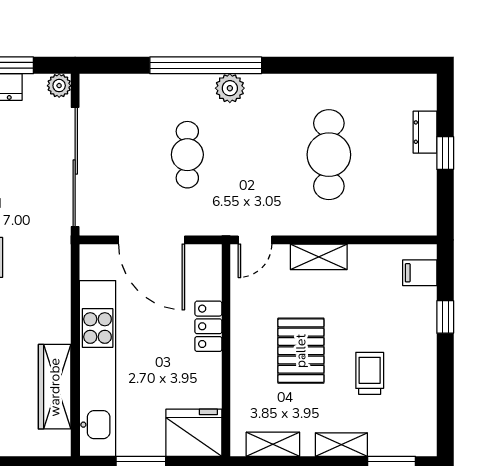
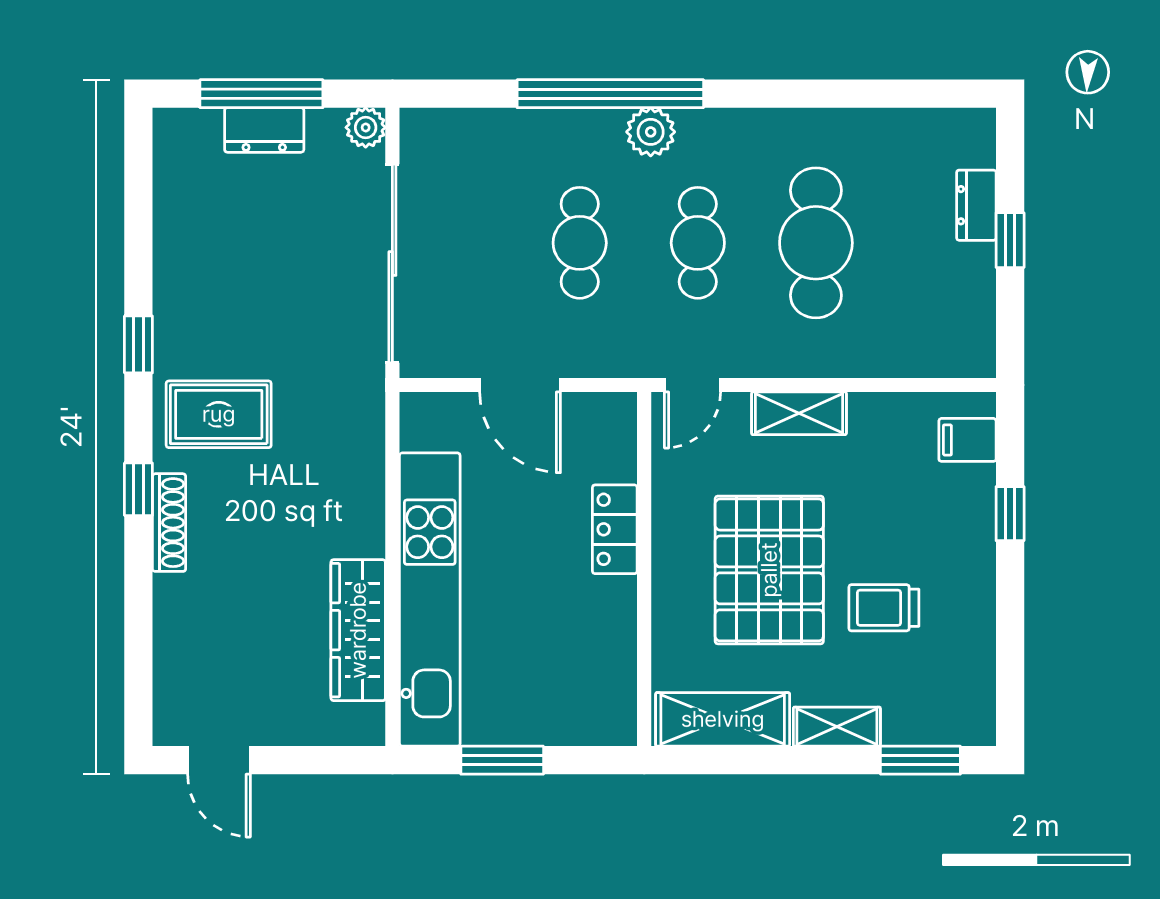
cafe table: (258, 155) -> (698, 243), added
door: (152, 240) -> (520, 385), width x0.73
pallet: (301, 351) -> (769, 570), width x1.37, depth x1.41
trolley: (370, 373) -> (884, 608), turned -90
fridge: (194, 433) -> (591, 707), removed
shelving: (273, 444) -> (723, 719), width x1.50, depth x1.33

